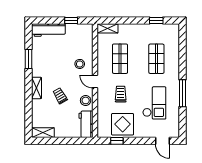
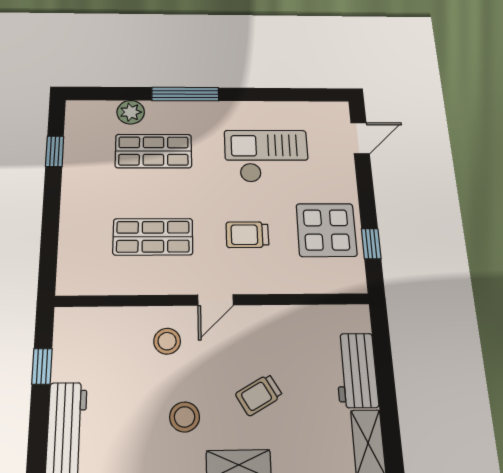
shelving: (108, 28) -> (69, 269), removed
plant: (174, 50) -> (131, 112), added
window: (183, 93) -> (185, 94), moved
stool: (86, 100) -> (185, 417), moved
workbench: (86, 124) -> (356, 370), moved, turned 90

